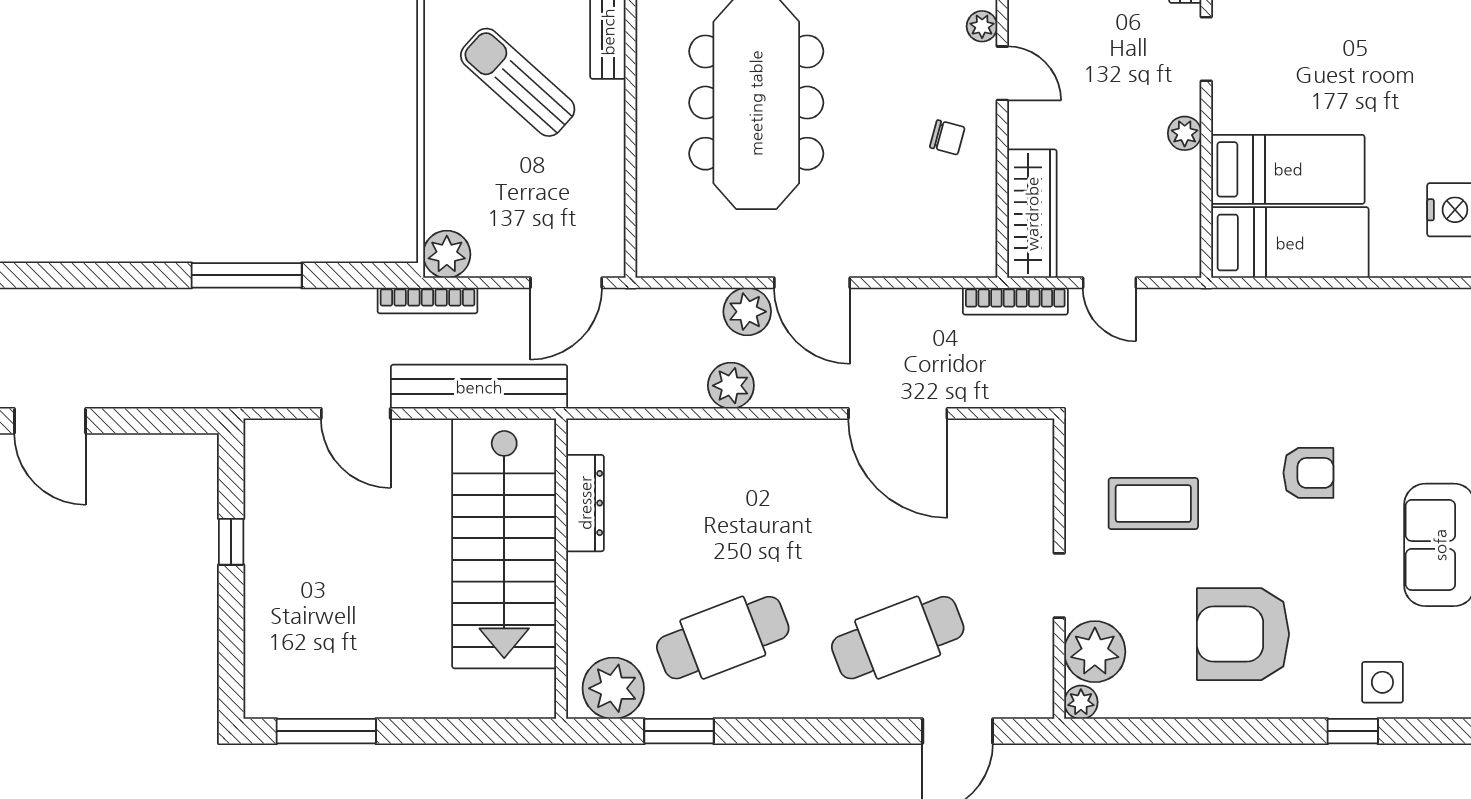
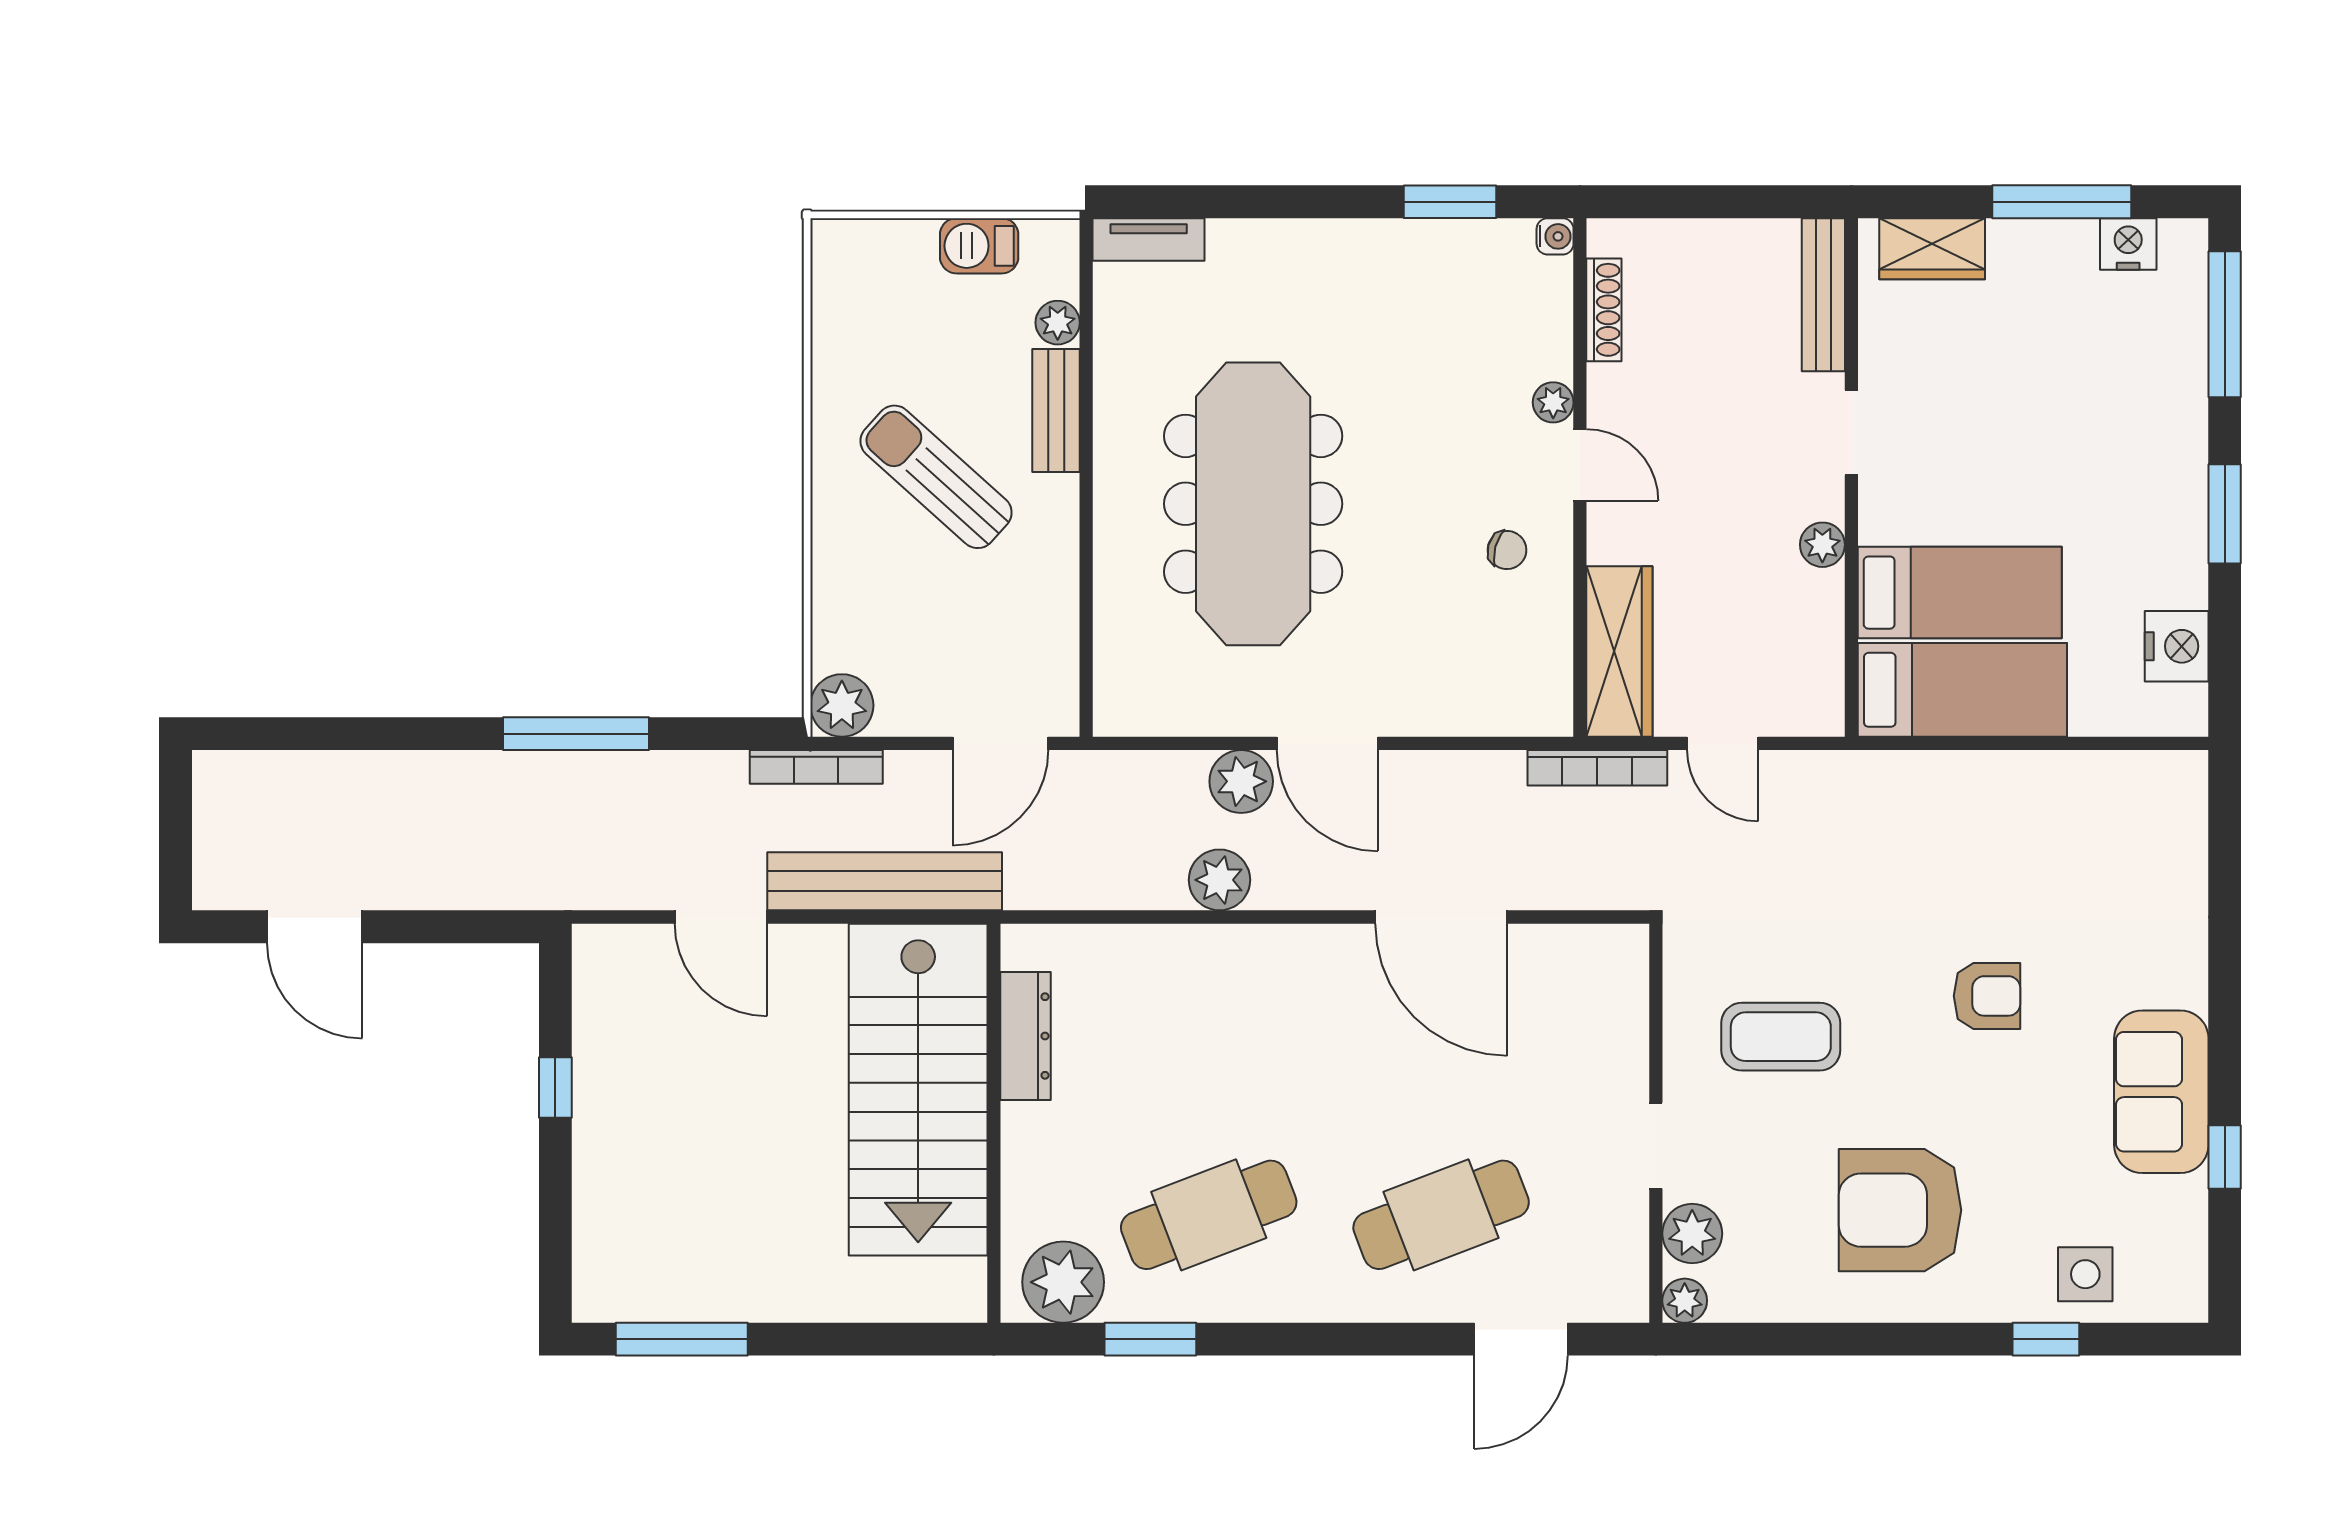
plant: (1095, 652) -> (1692, 1234), width x0.73, depth x0.73

